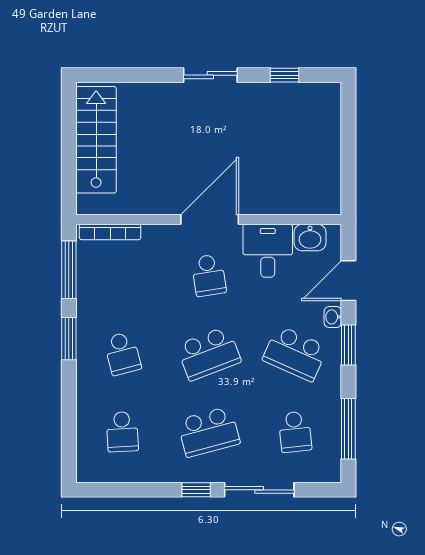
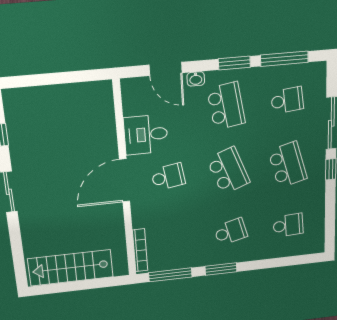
door: (210, 220) -> (125, 181), hinge flipped
washbasin: (310, 238) -> (133, 103), removed
window: (348, 345) -> (234, 63), moved
school desk: (295, 353) -> (226, 106), turned -33

